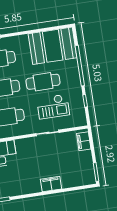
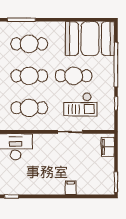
filing cabinet: (51, 184) -> (71, 188), width x0.50

